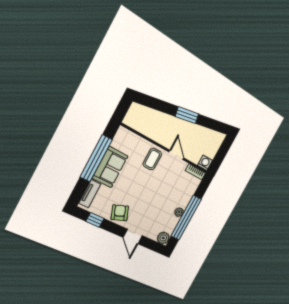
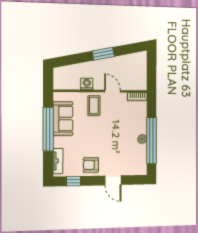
washing machine: (205, 163) -> (87, 84), moved
sofa: (110, 167) -> (63, 119), moved
armchair: (120, 213) -> (91, 165), turned -70
plant: (163, 238) -> (141, 169), removed

